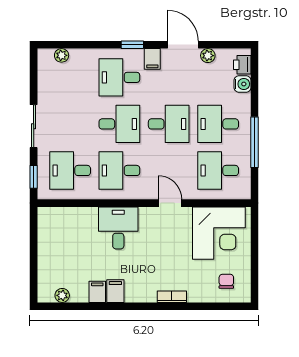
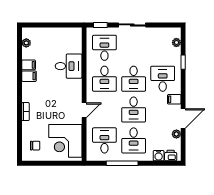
window: (132, 45) -> (183, 62), moved
desk: (218, 124) -> (134, 140), turned 180
desk: (119, 170) -> (104, 79), turned 180
desk: (118, 228) -> (69, 66), moved

